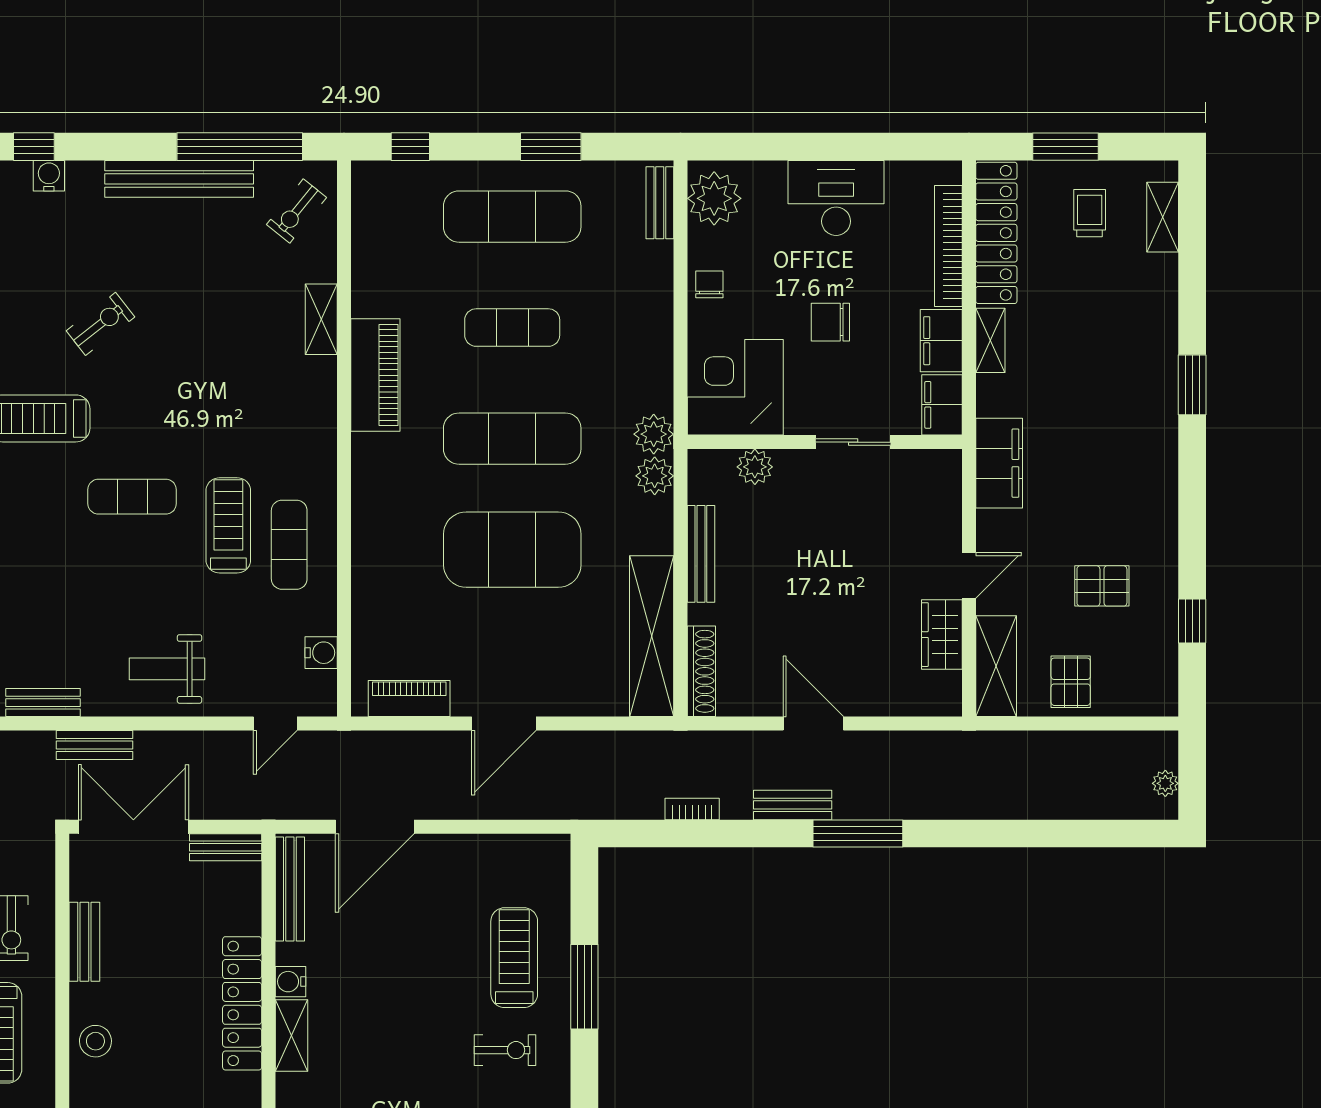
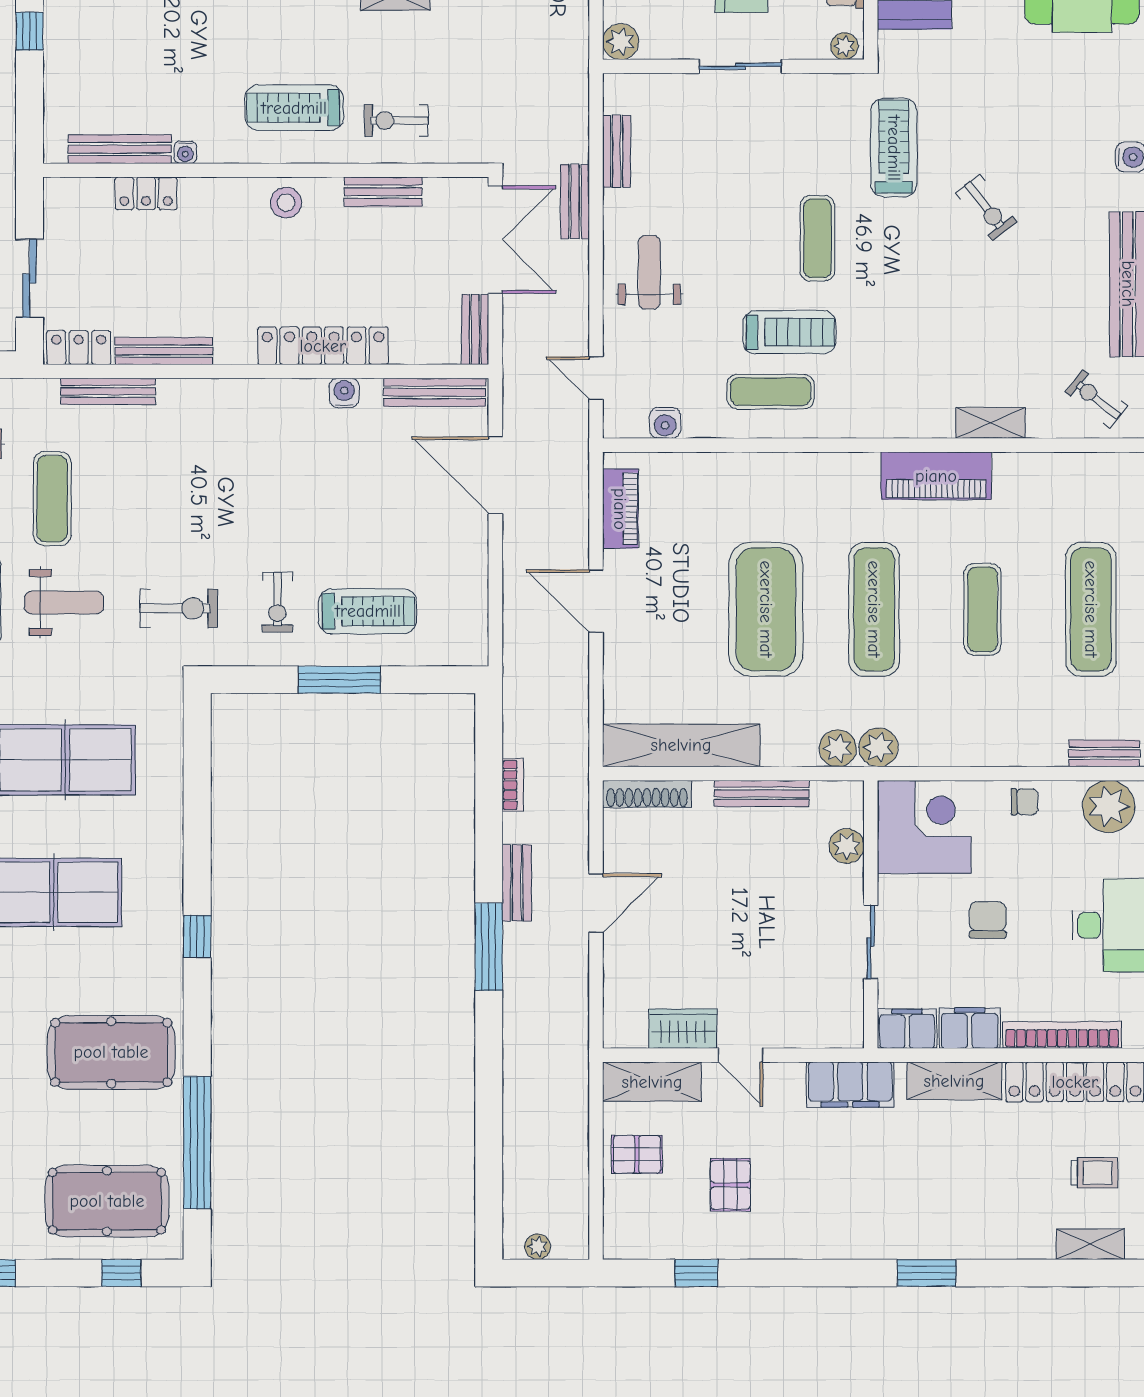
shelving: (990, 340) -> (954, 1081), width x1.50, depth x1.33
shelving: (291, 1035) -> (292, 394), removed

